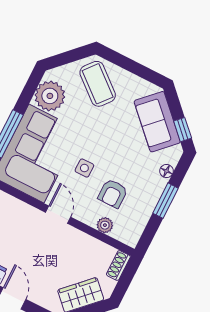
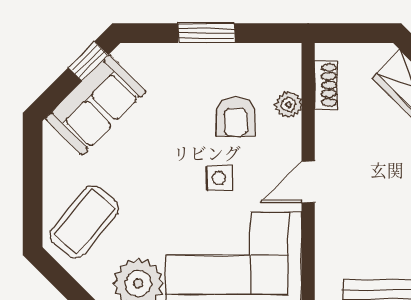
floor lamp: (166, 171) -> (162, 54), removed
armchair: (113, 194) -> (236, 117), turned 90
shoe rack: (118, 266) -> (326, 85), moved, turned -90

